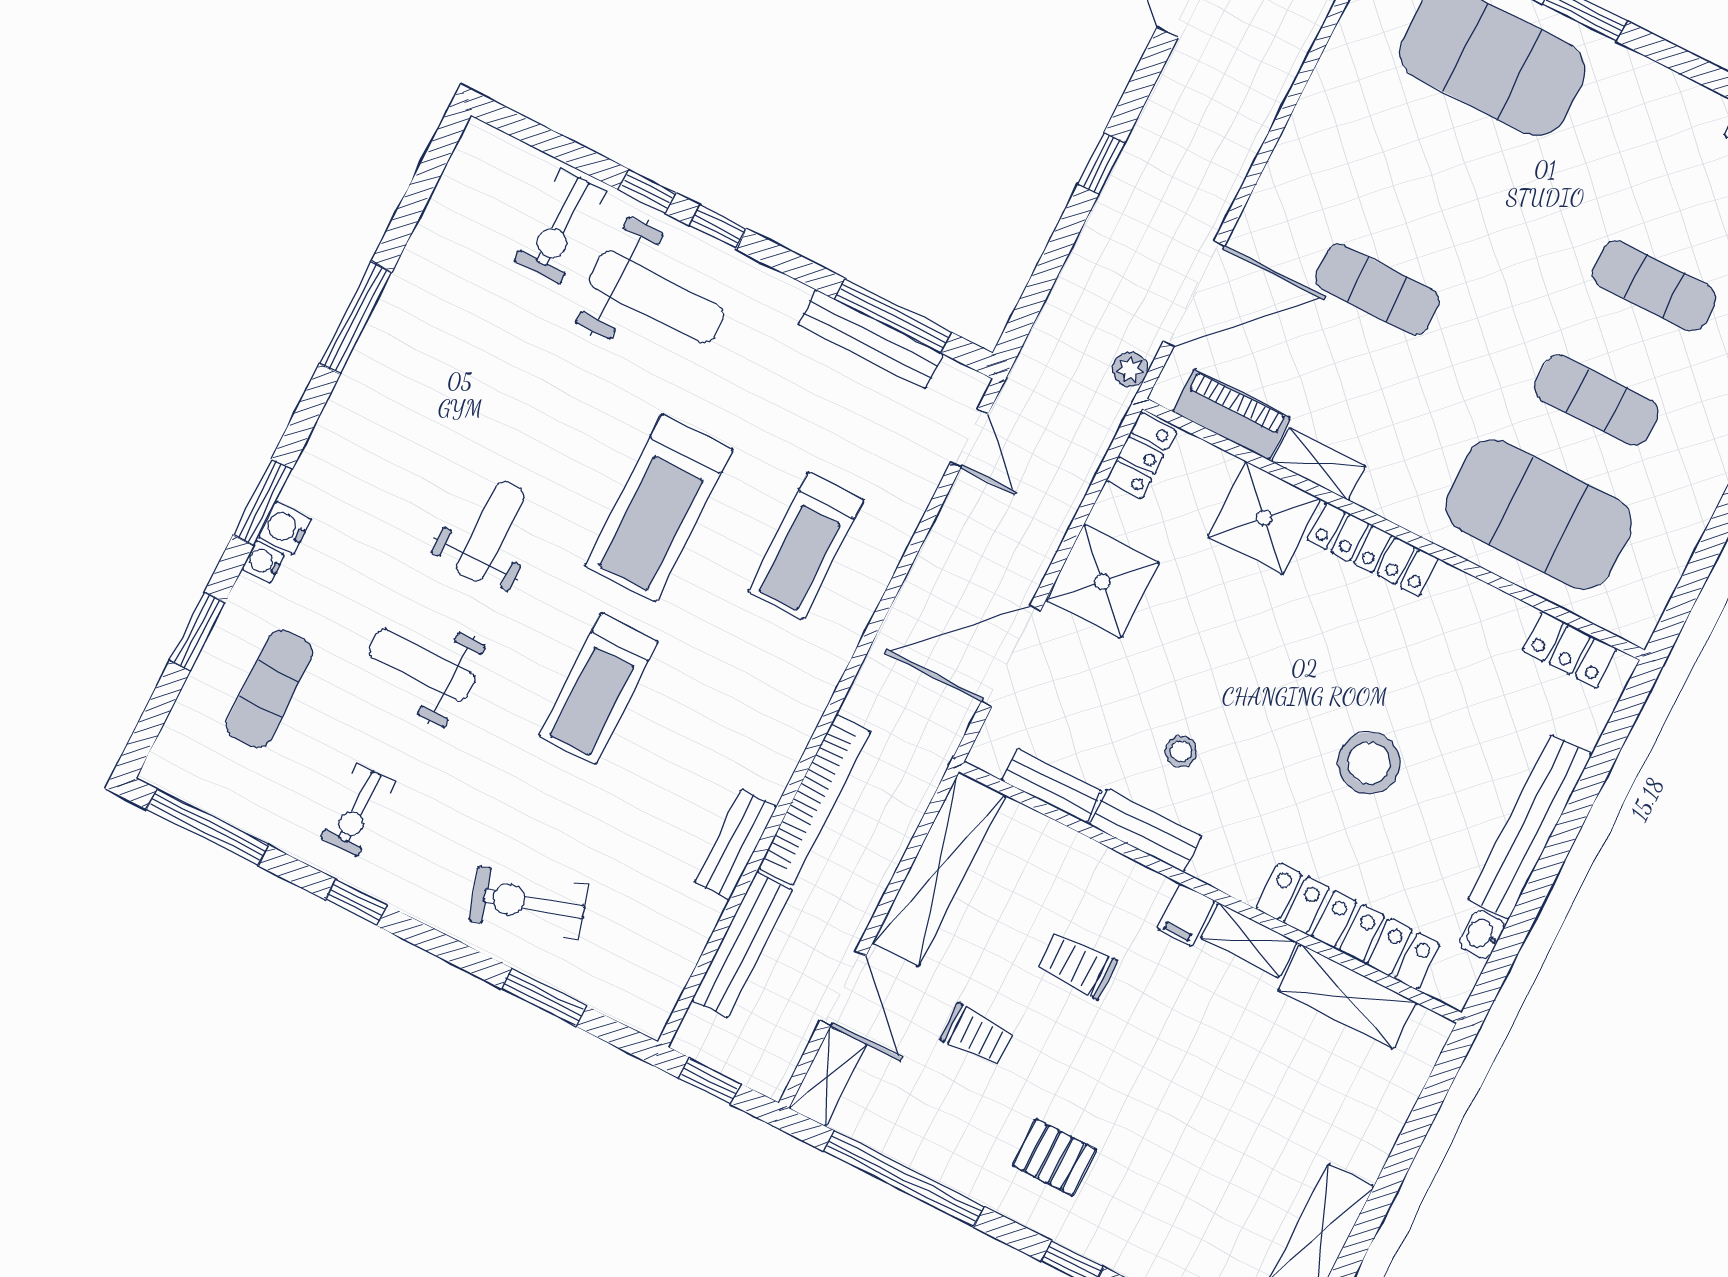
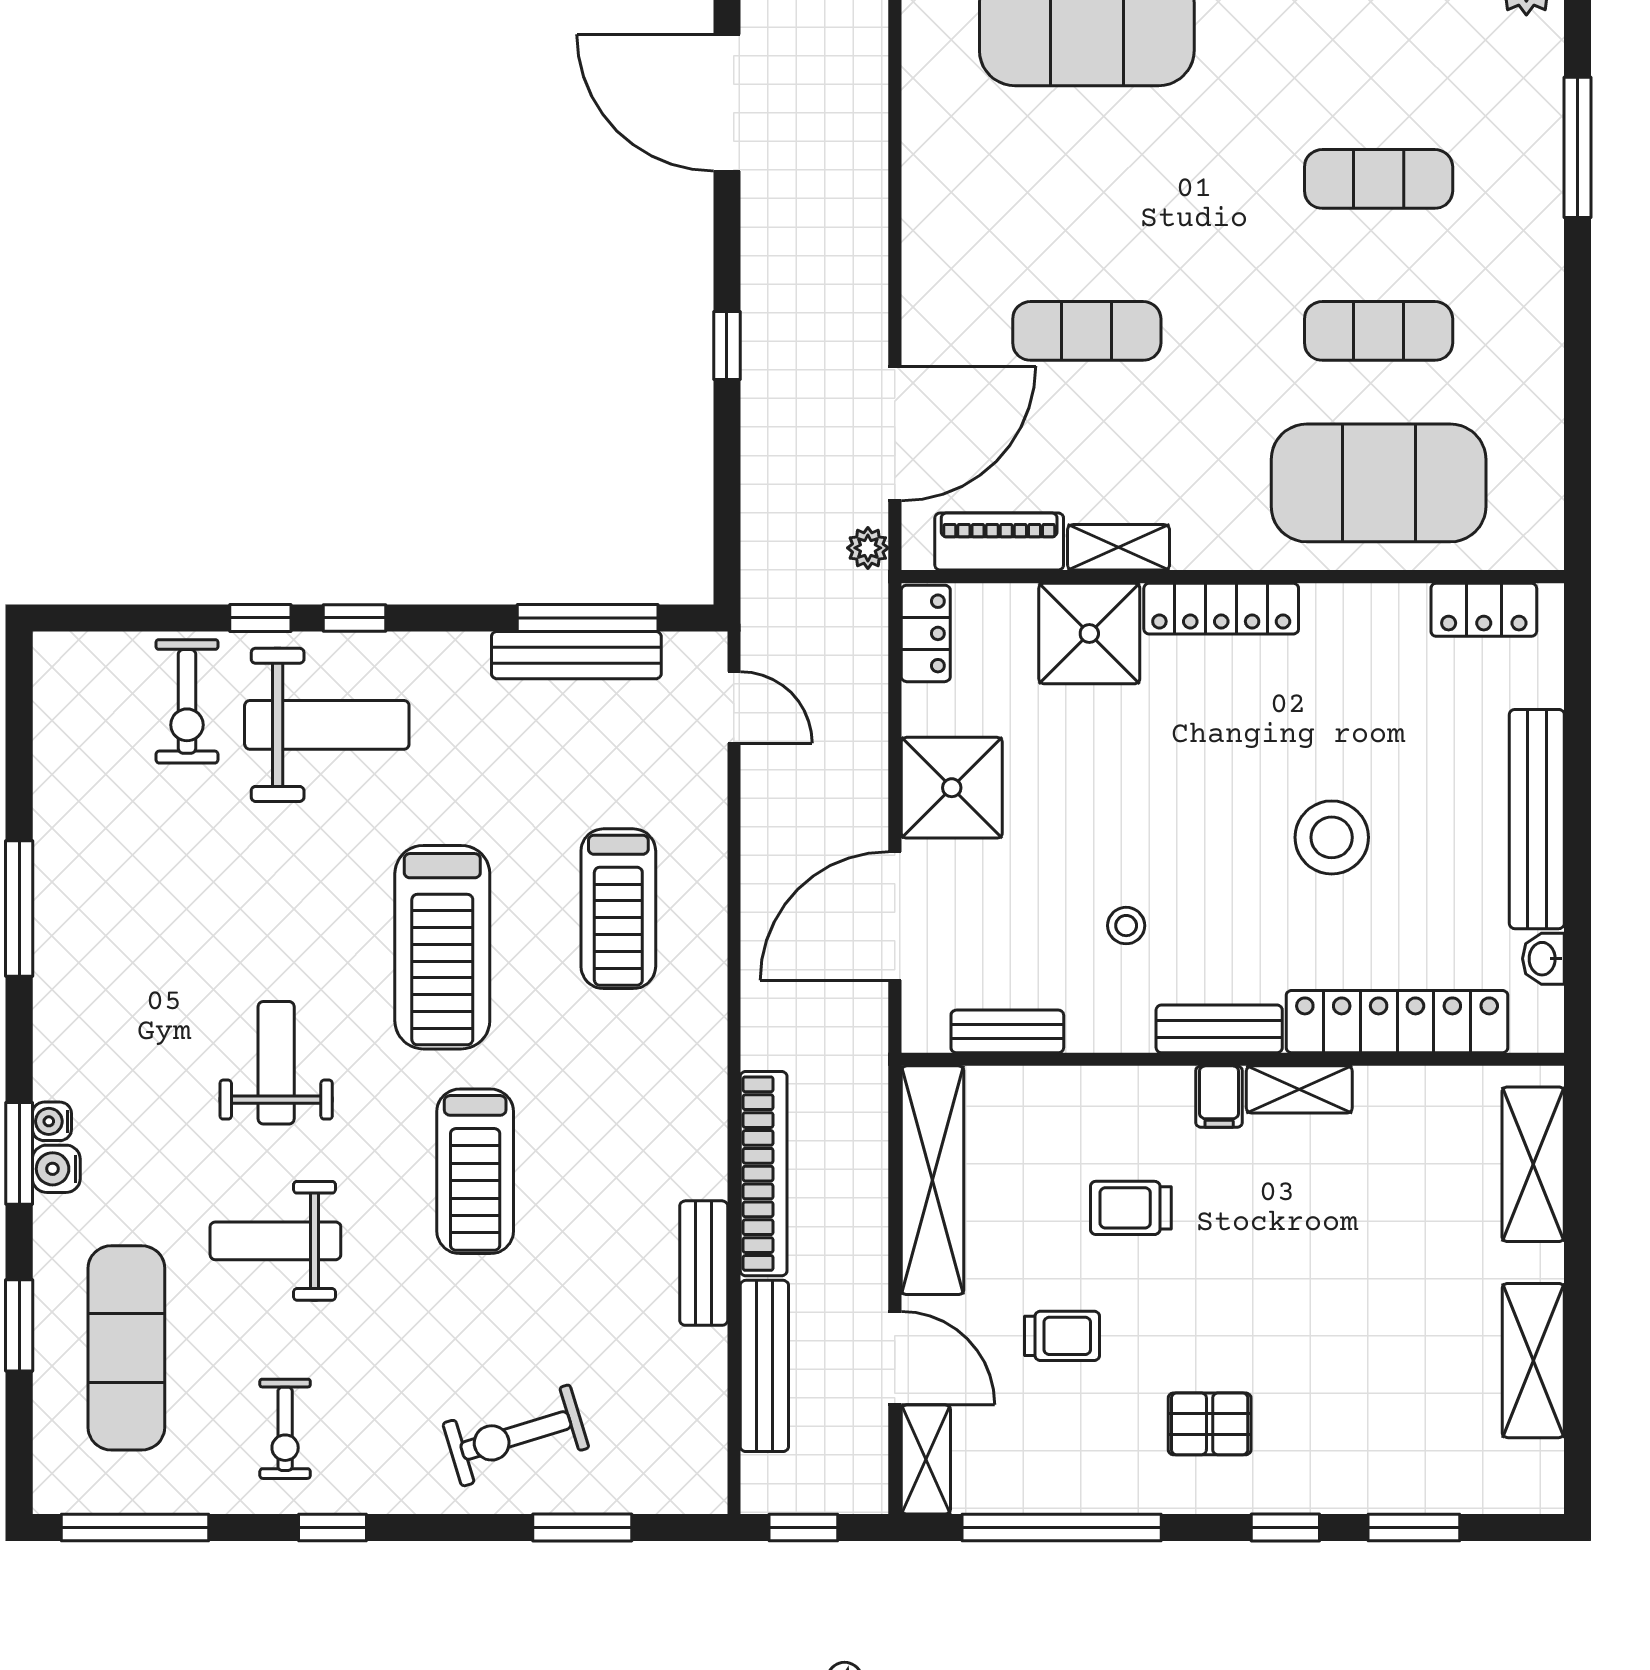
water cooler: (263, 562) -> (52, 1121), moved
exercise mat: (269, 689) -> (126, 1348), width x1.36, depth x1.45
bench: (1145, 831) -> (1219, 1029), moved
shelving: (1347, 997) -> (1533, 1164), moved, turned 90

